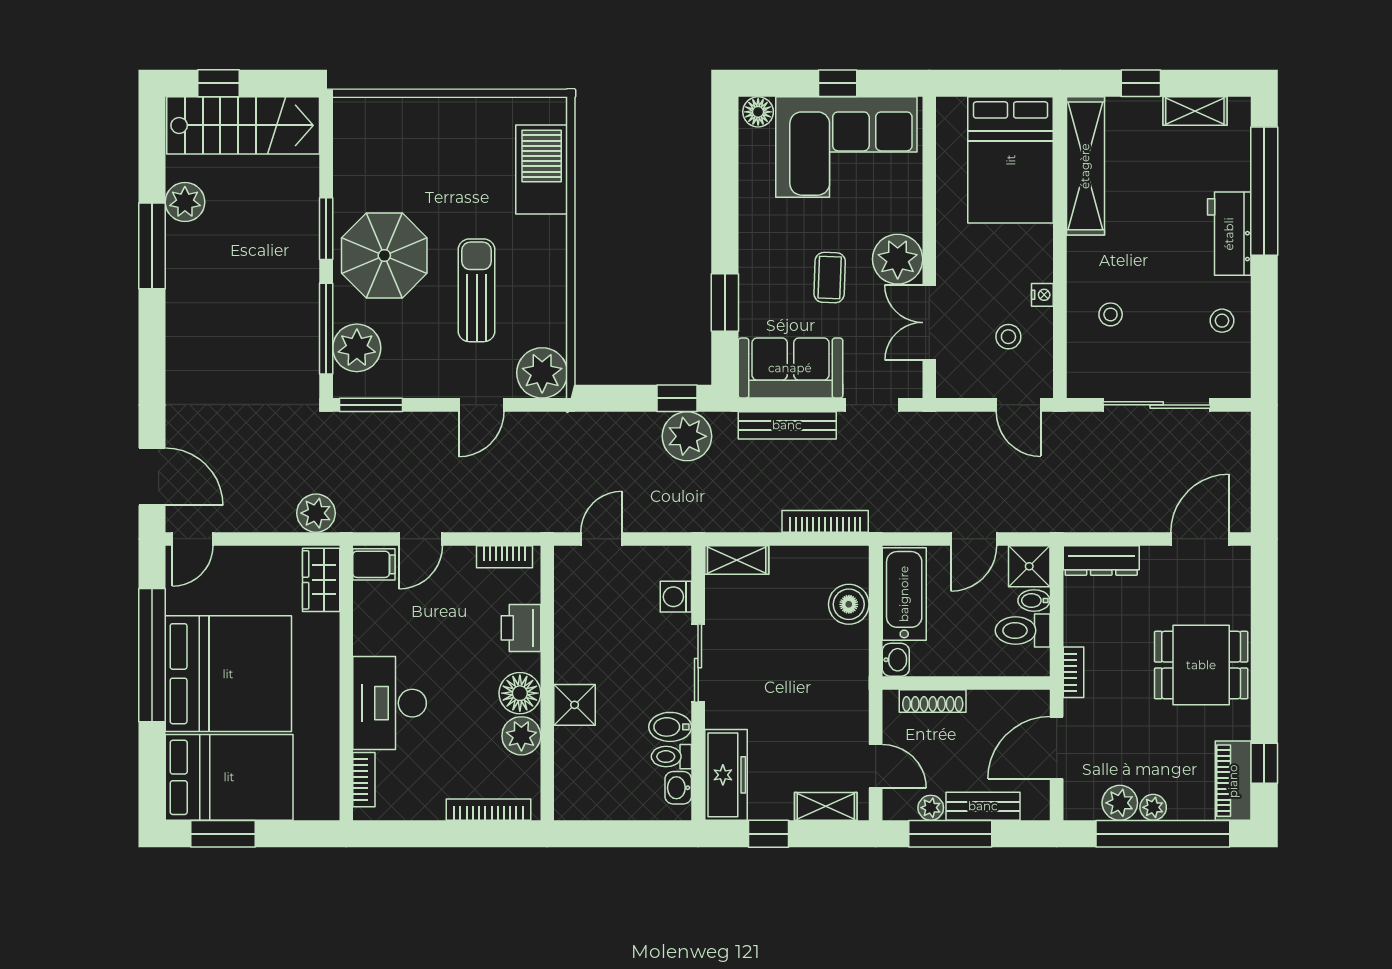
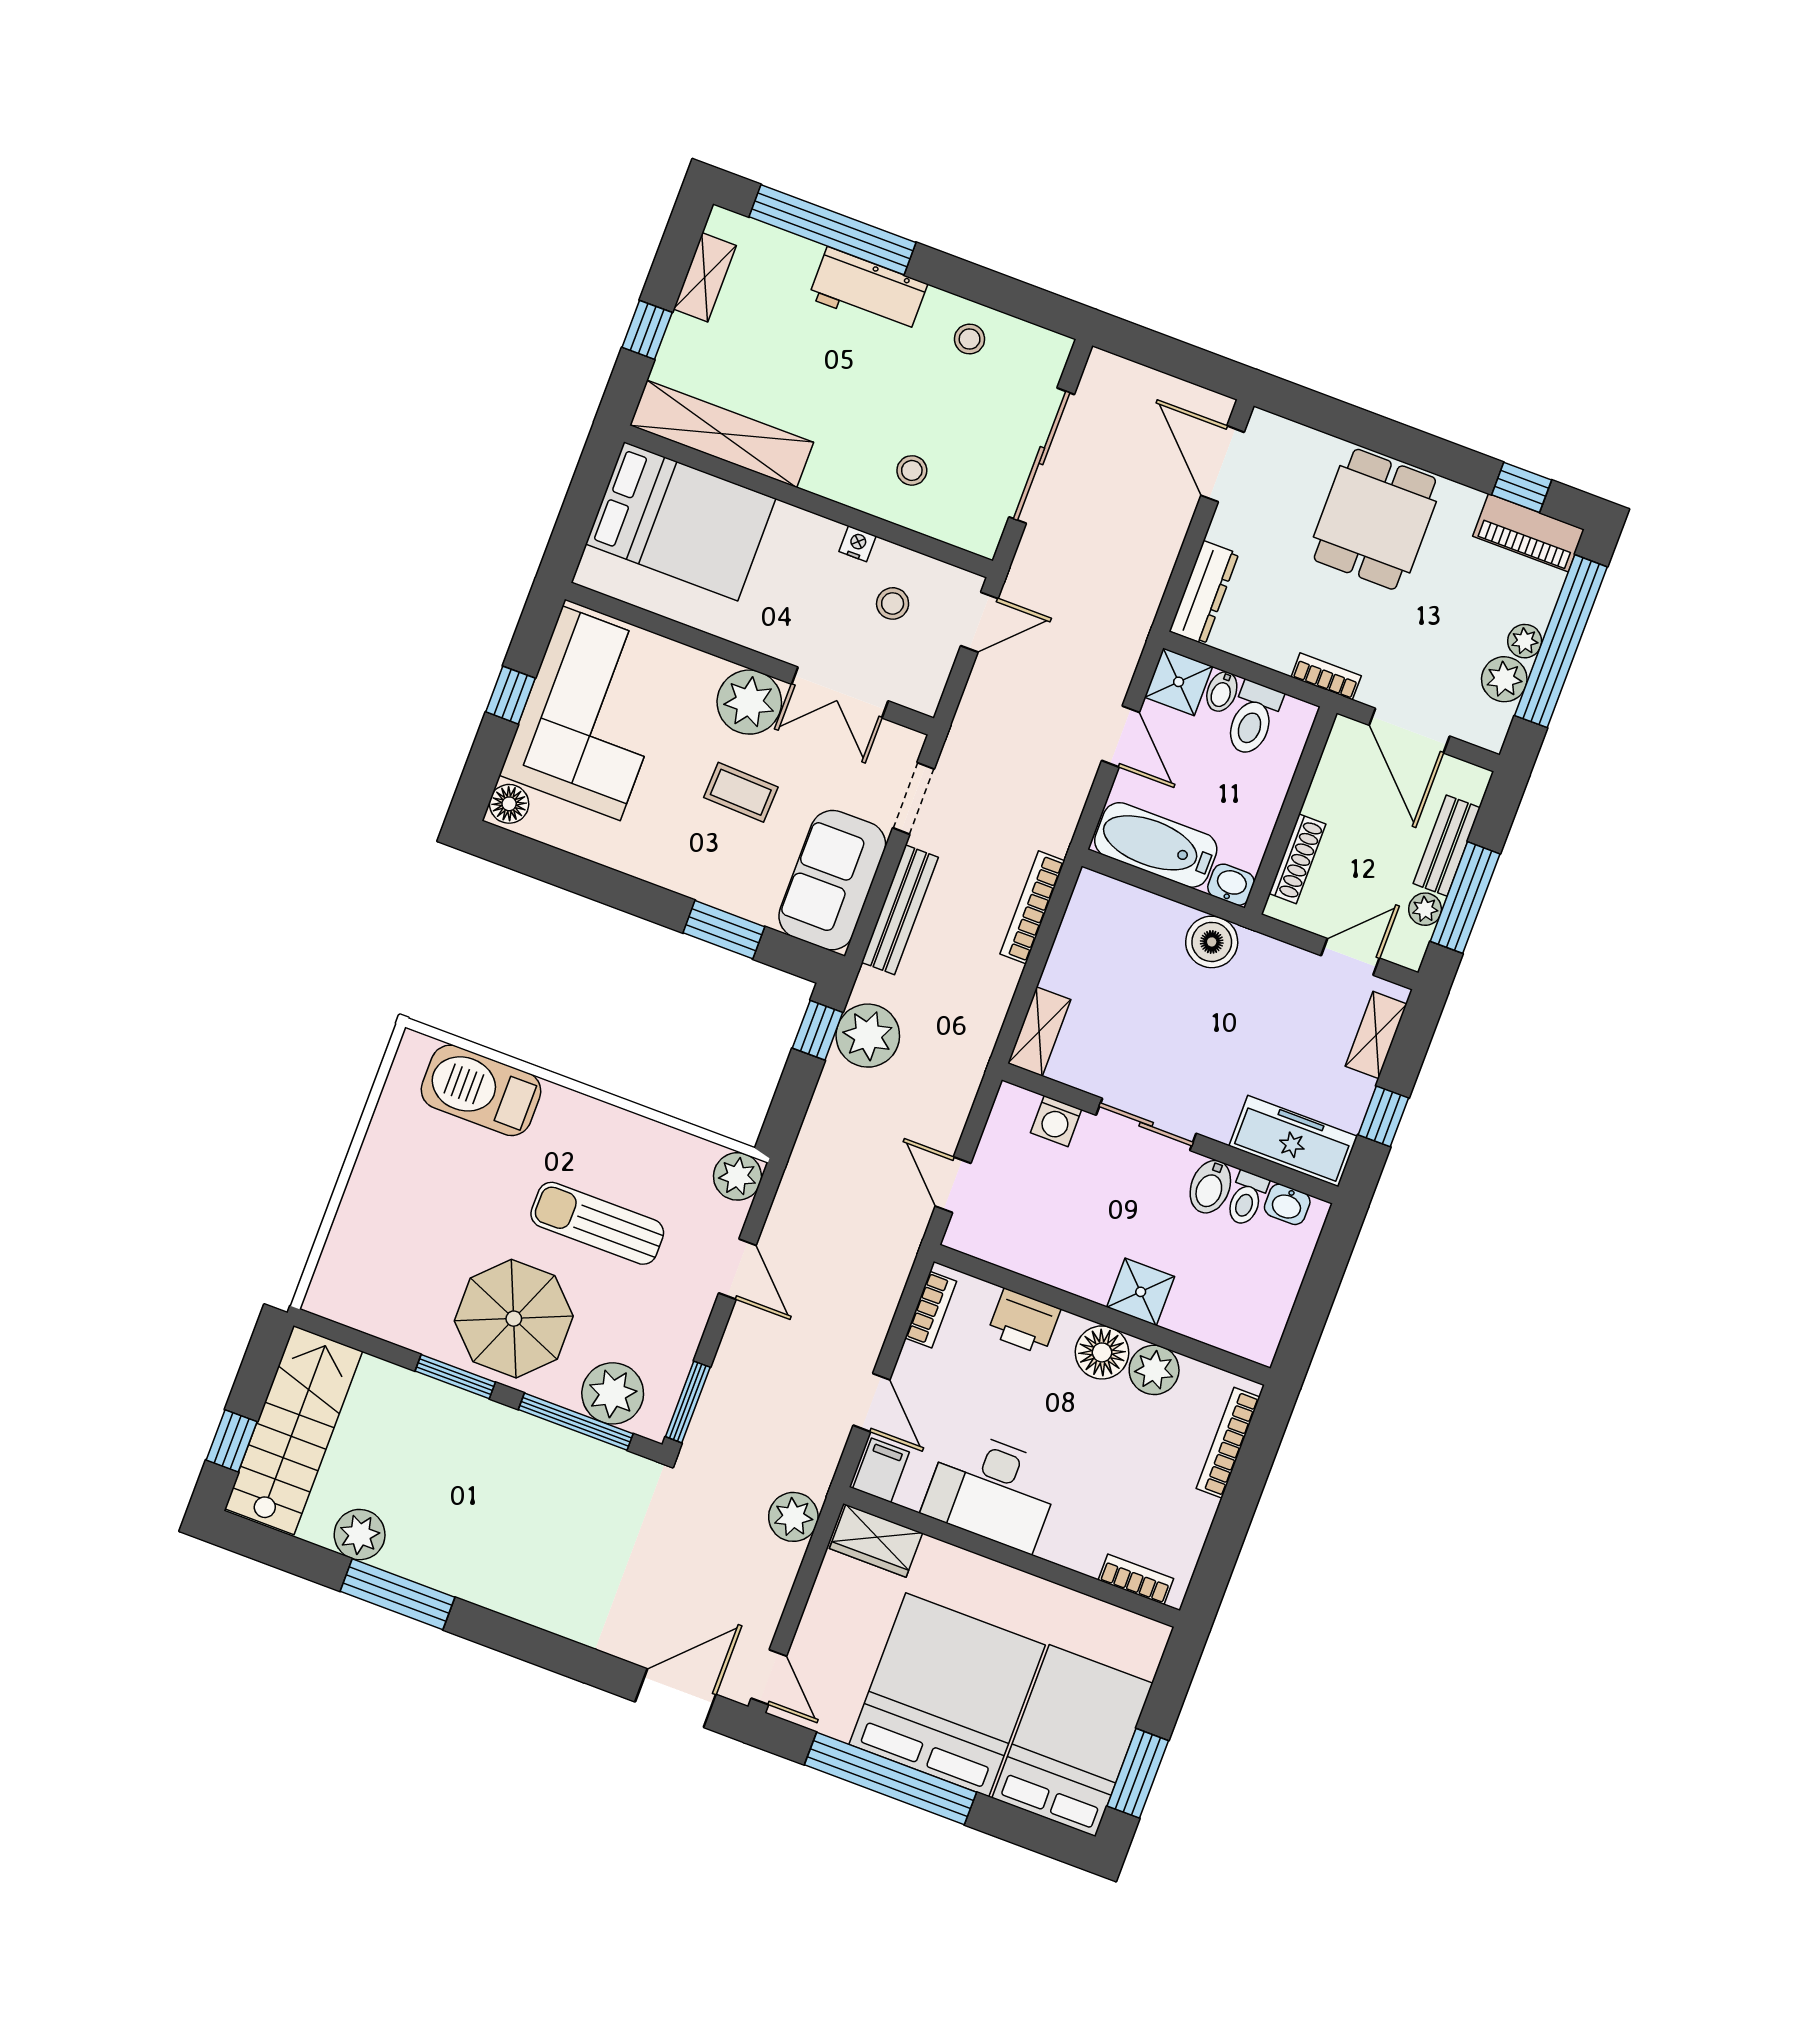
plant: (542, 373) -> (737, 1176), width x0.73, depth x0.73
boiler: (849, 604) -> (1212, 942), moved
desk: (390, 703) -> (992, 1490), moved

